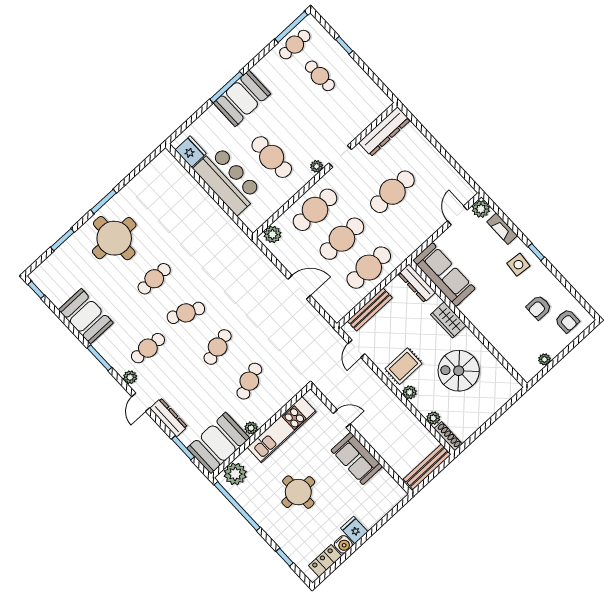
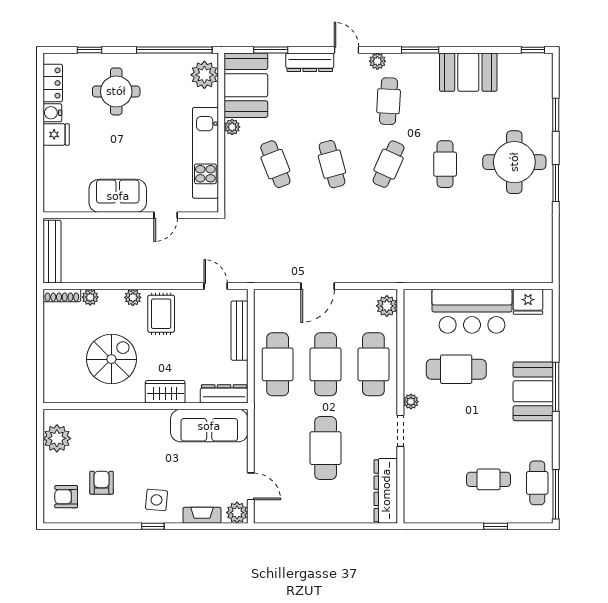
plant: (545, 359) -> (57, 438), width x1.88, depth x1.88
round table: (298, 492) -> (116, 91), moved

